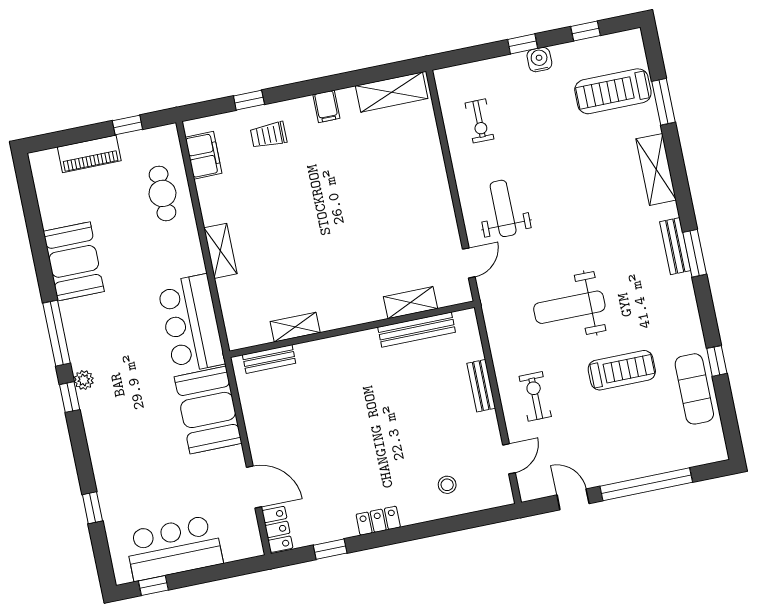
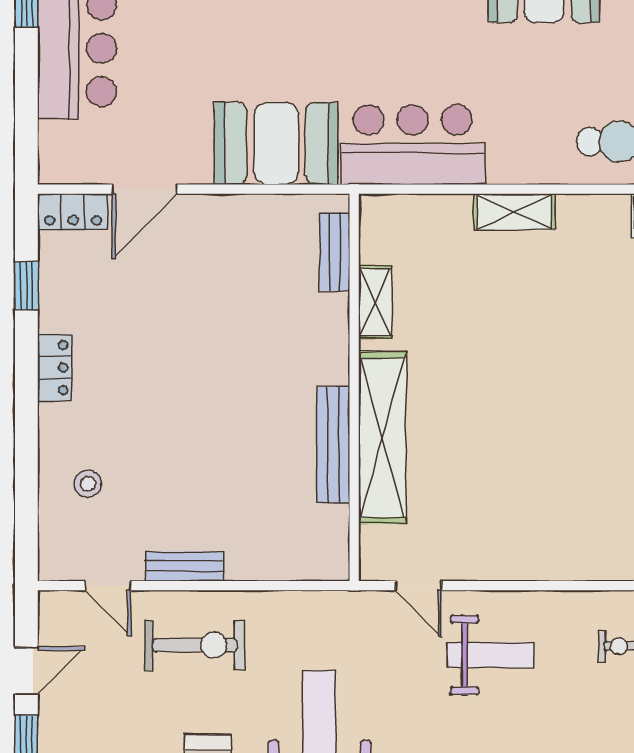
shelving: (411, 303) -> (382, 438), width x2.20, depth x1.33
bench: (417, 330) -> (333, 445), moved
bench: (481, 386) -> (184, 566), moved
exercise bike: (535, 396) -> (195, 645), width x1.38, depth x1.39

